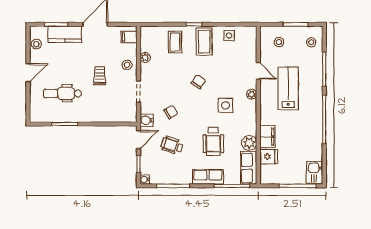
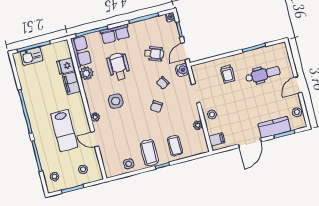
trolley: (100, 76) -> (227, 74), moved
chair: (199, 82) -> (157, 107), moved
kitchen sink: (315, 172) -> (32, 56), moved, turned 90

